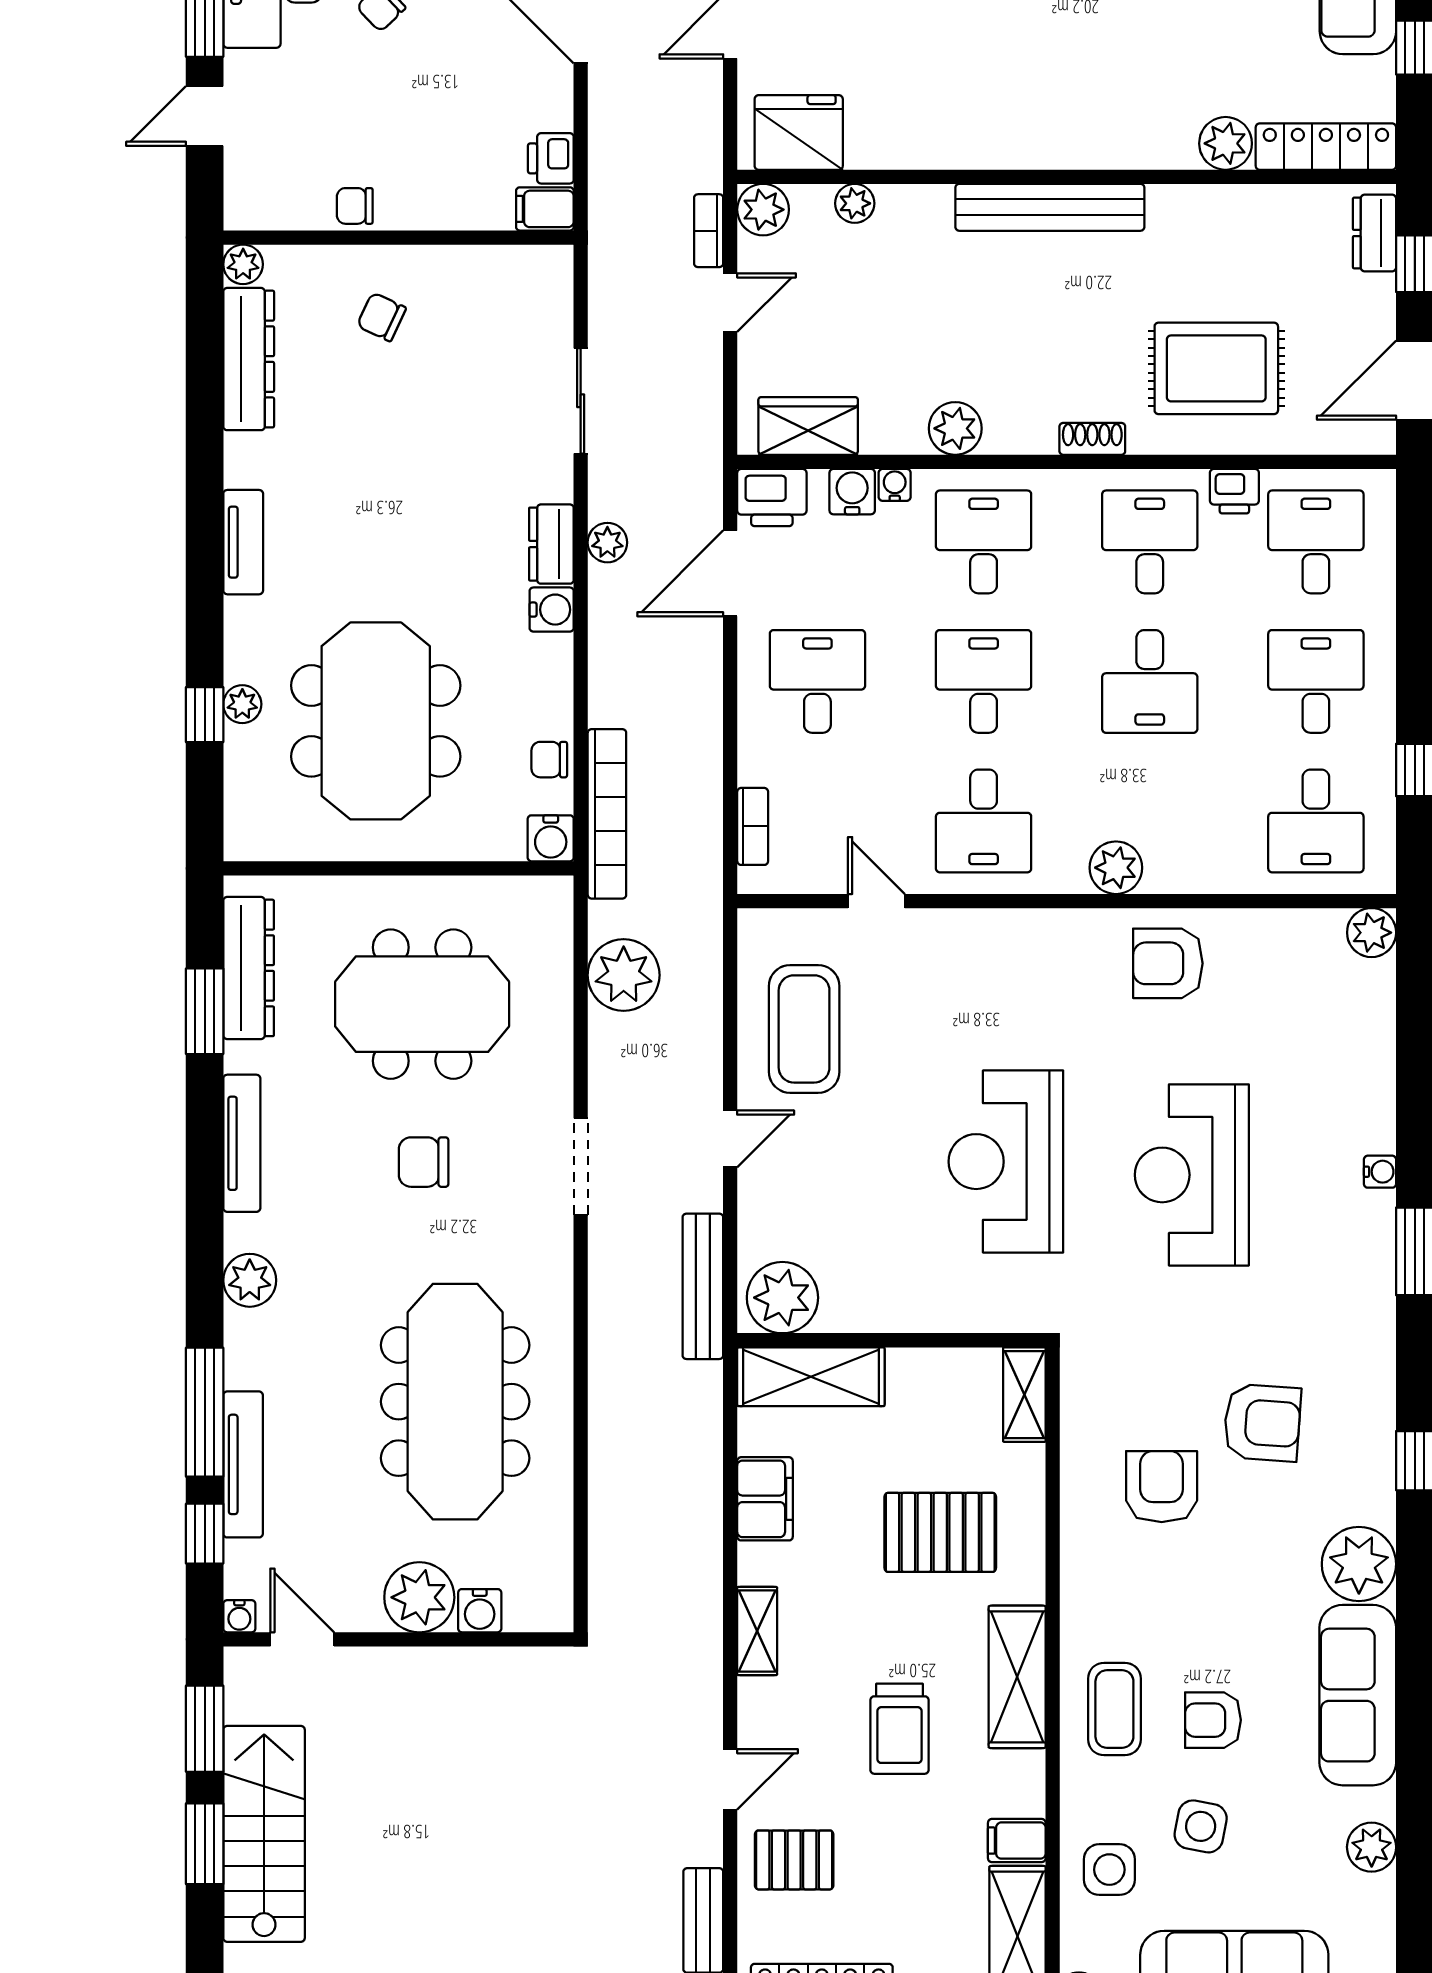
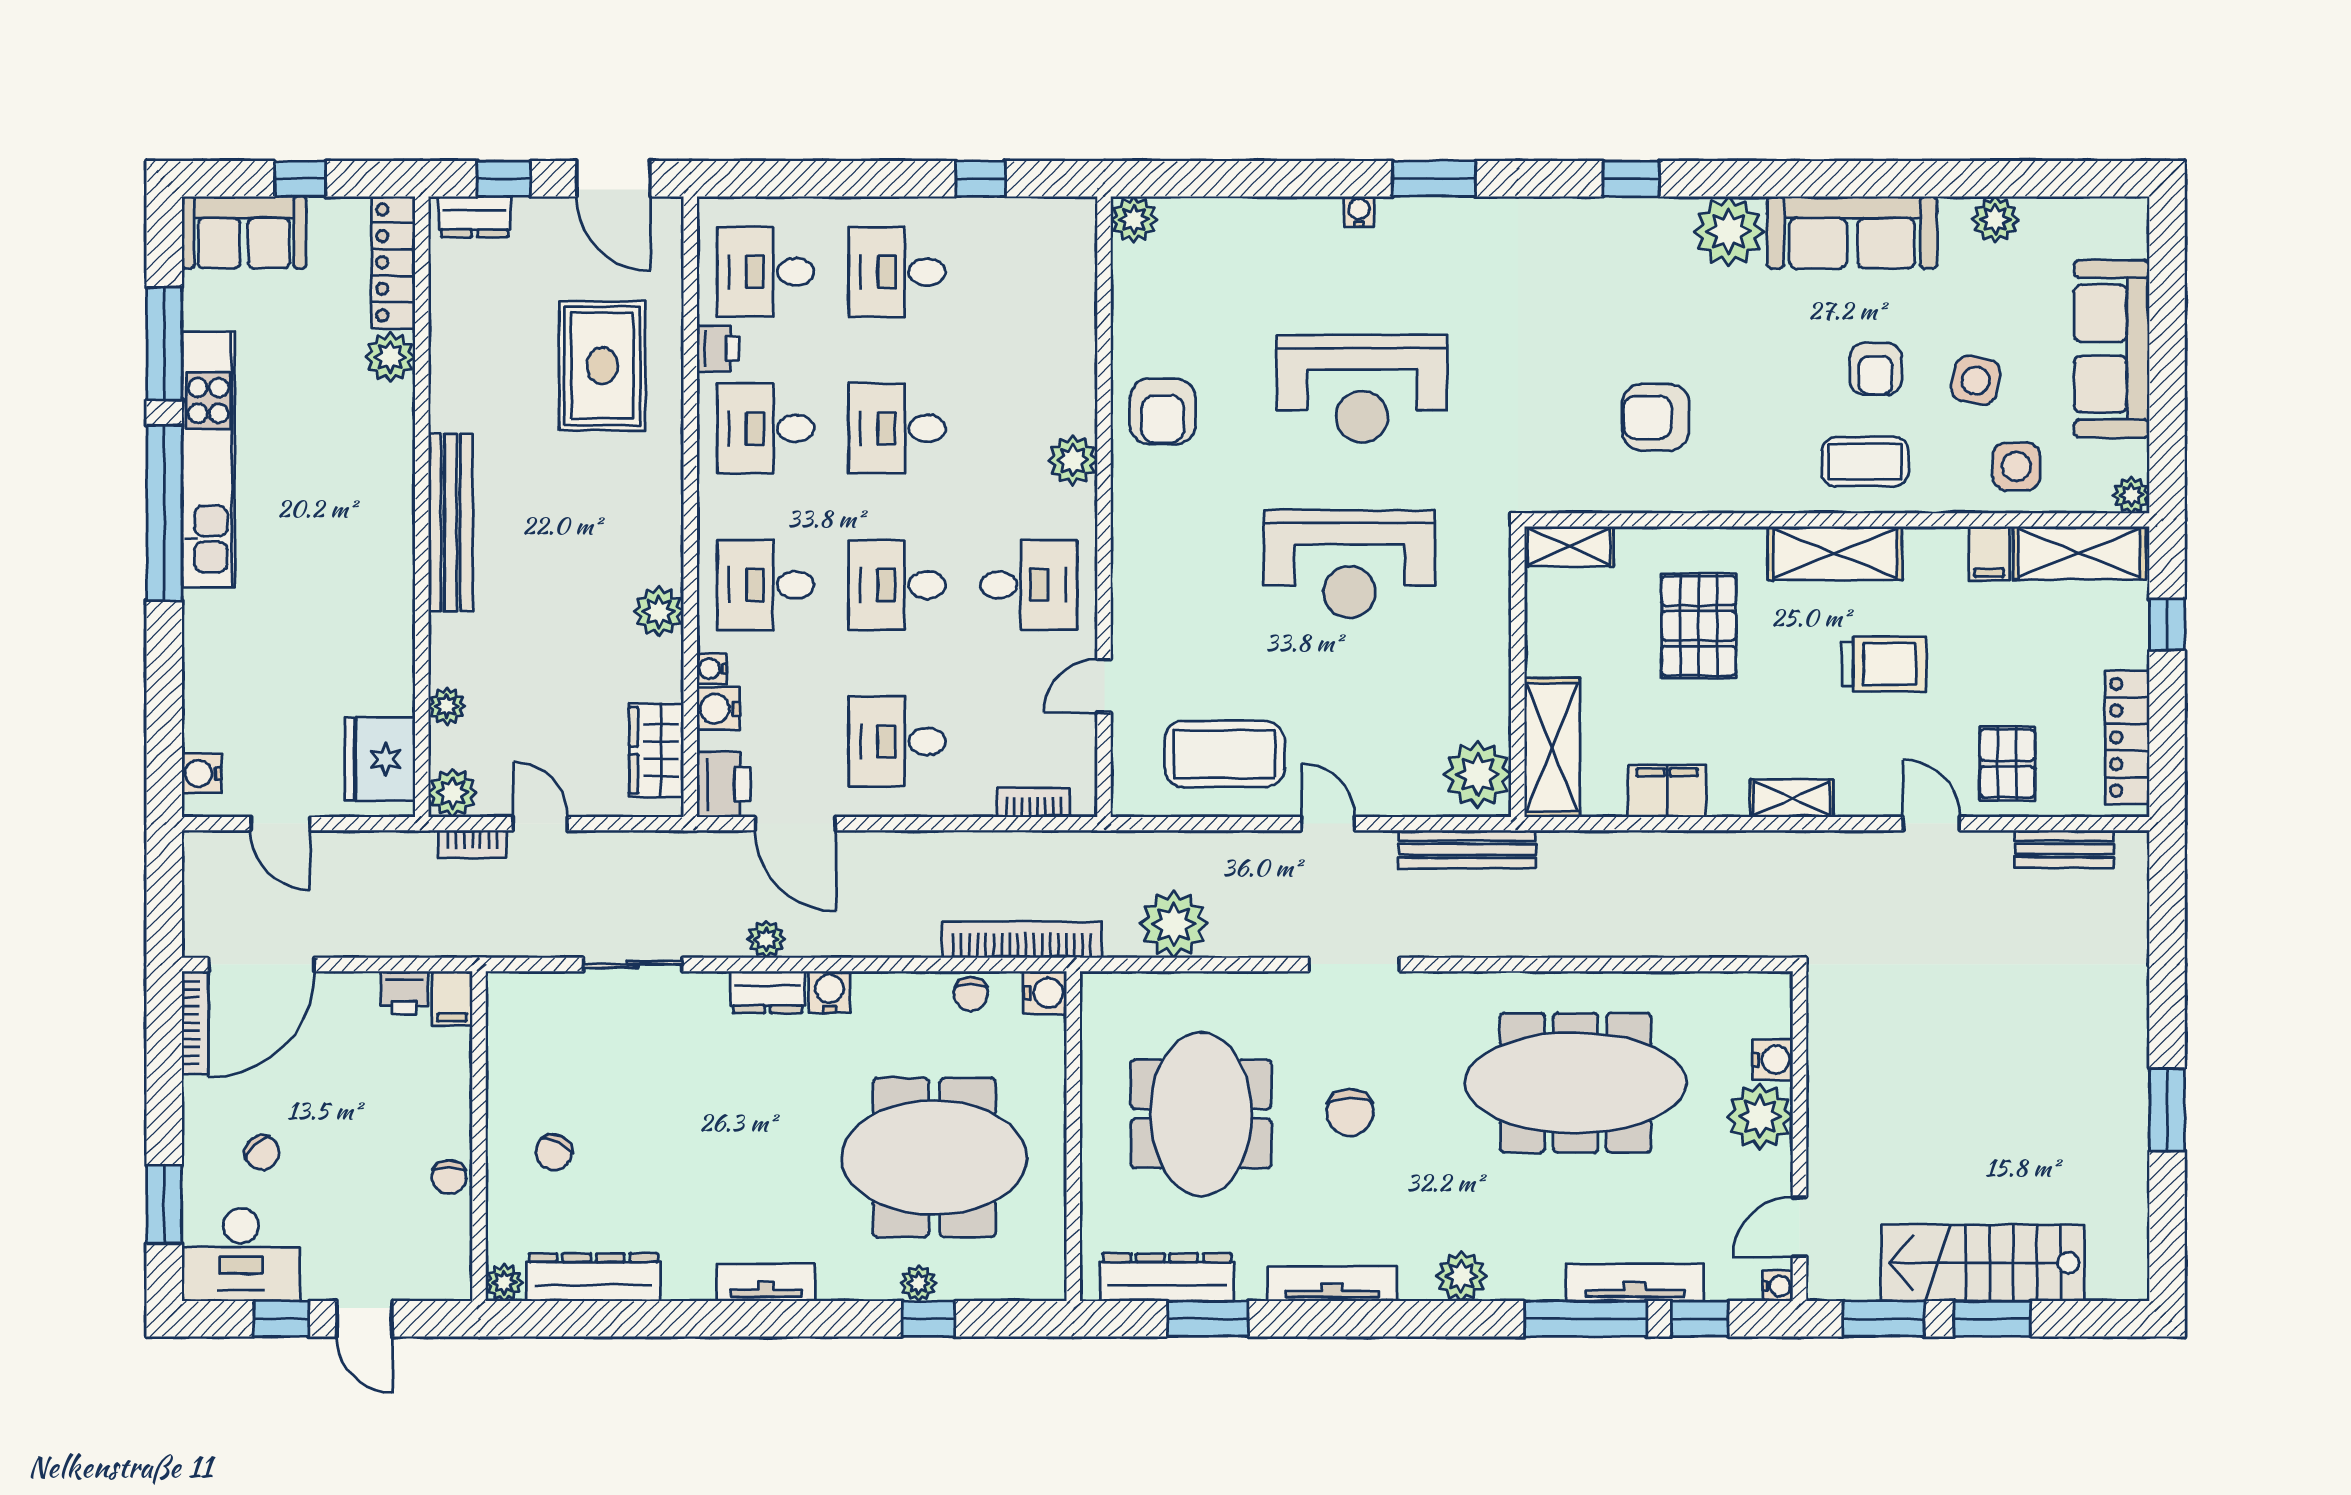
shoe rack: (1092, 439) -> (669, 483), removed
desk: (1150, 681) -> (897, 428), turned 180
desk: (1316, 821) -> (1029, 272), removed
armchair: (1262, 1423) -> (1595, 322), removed

